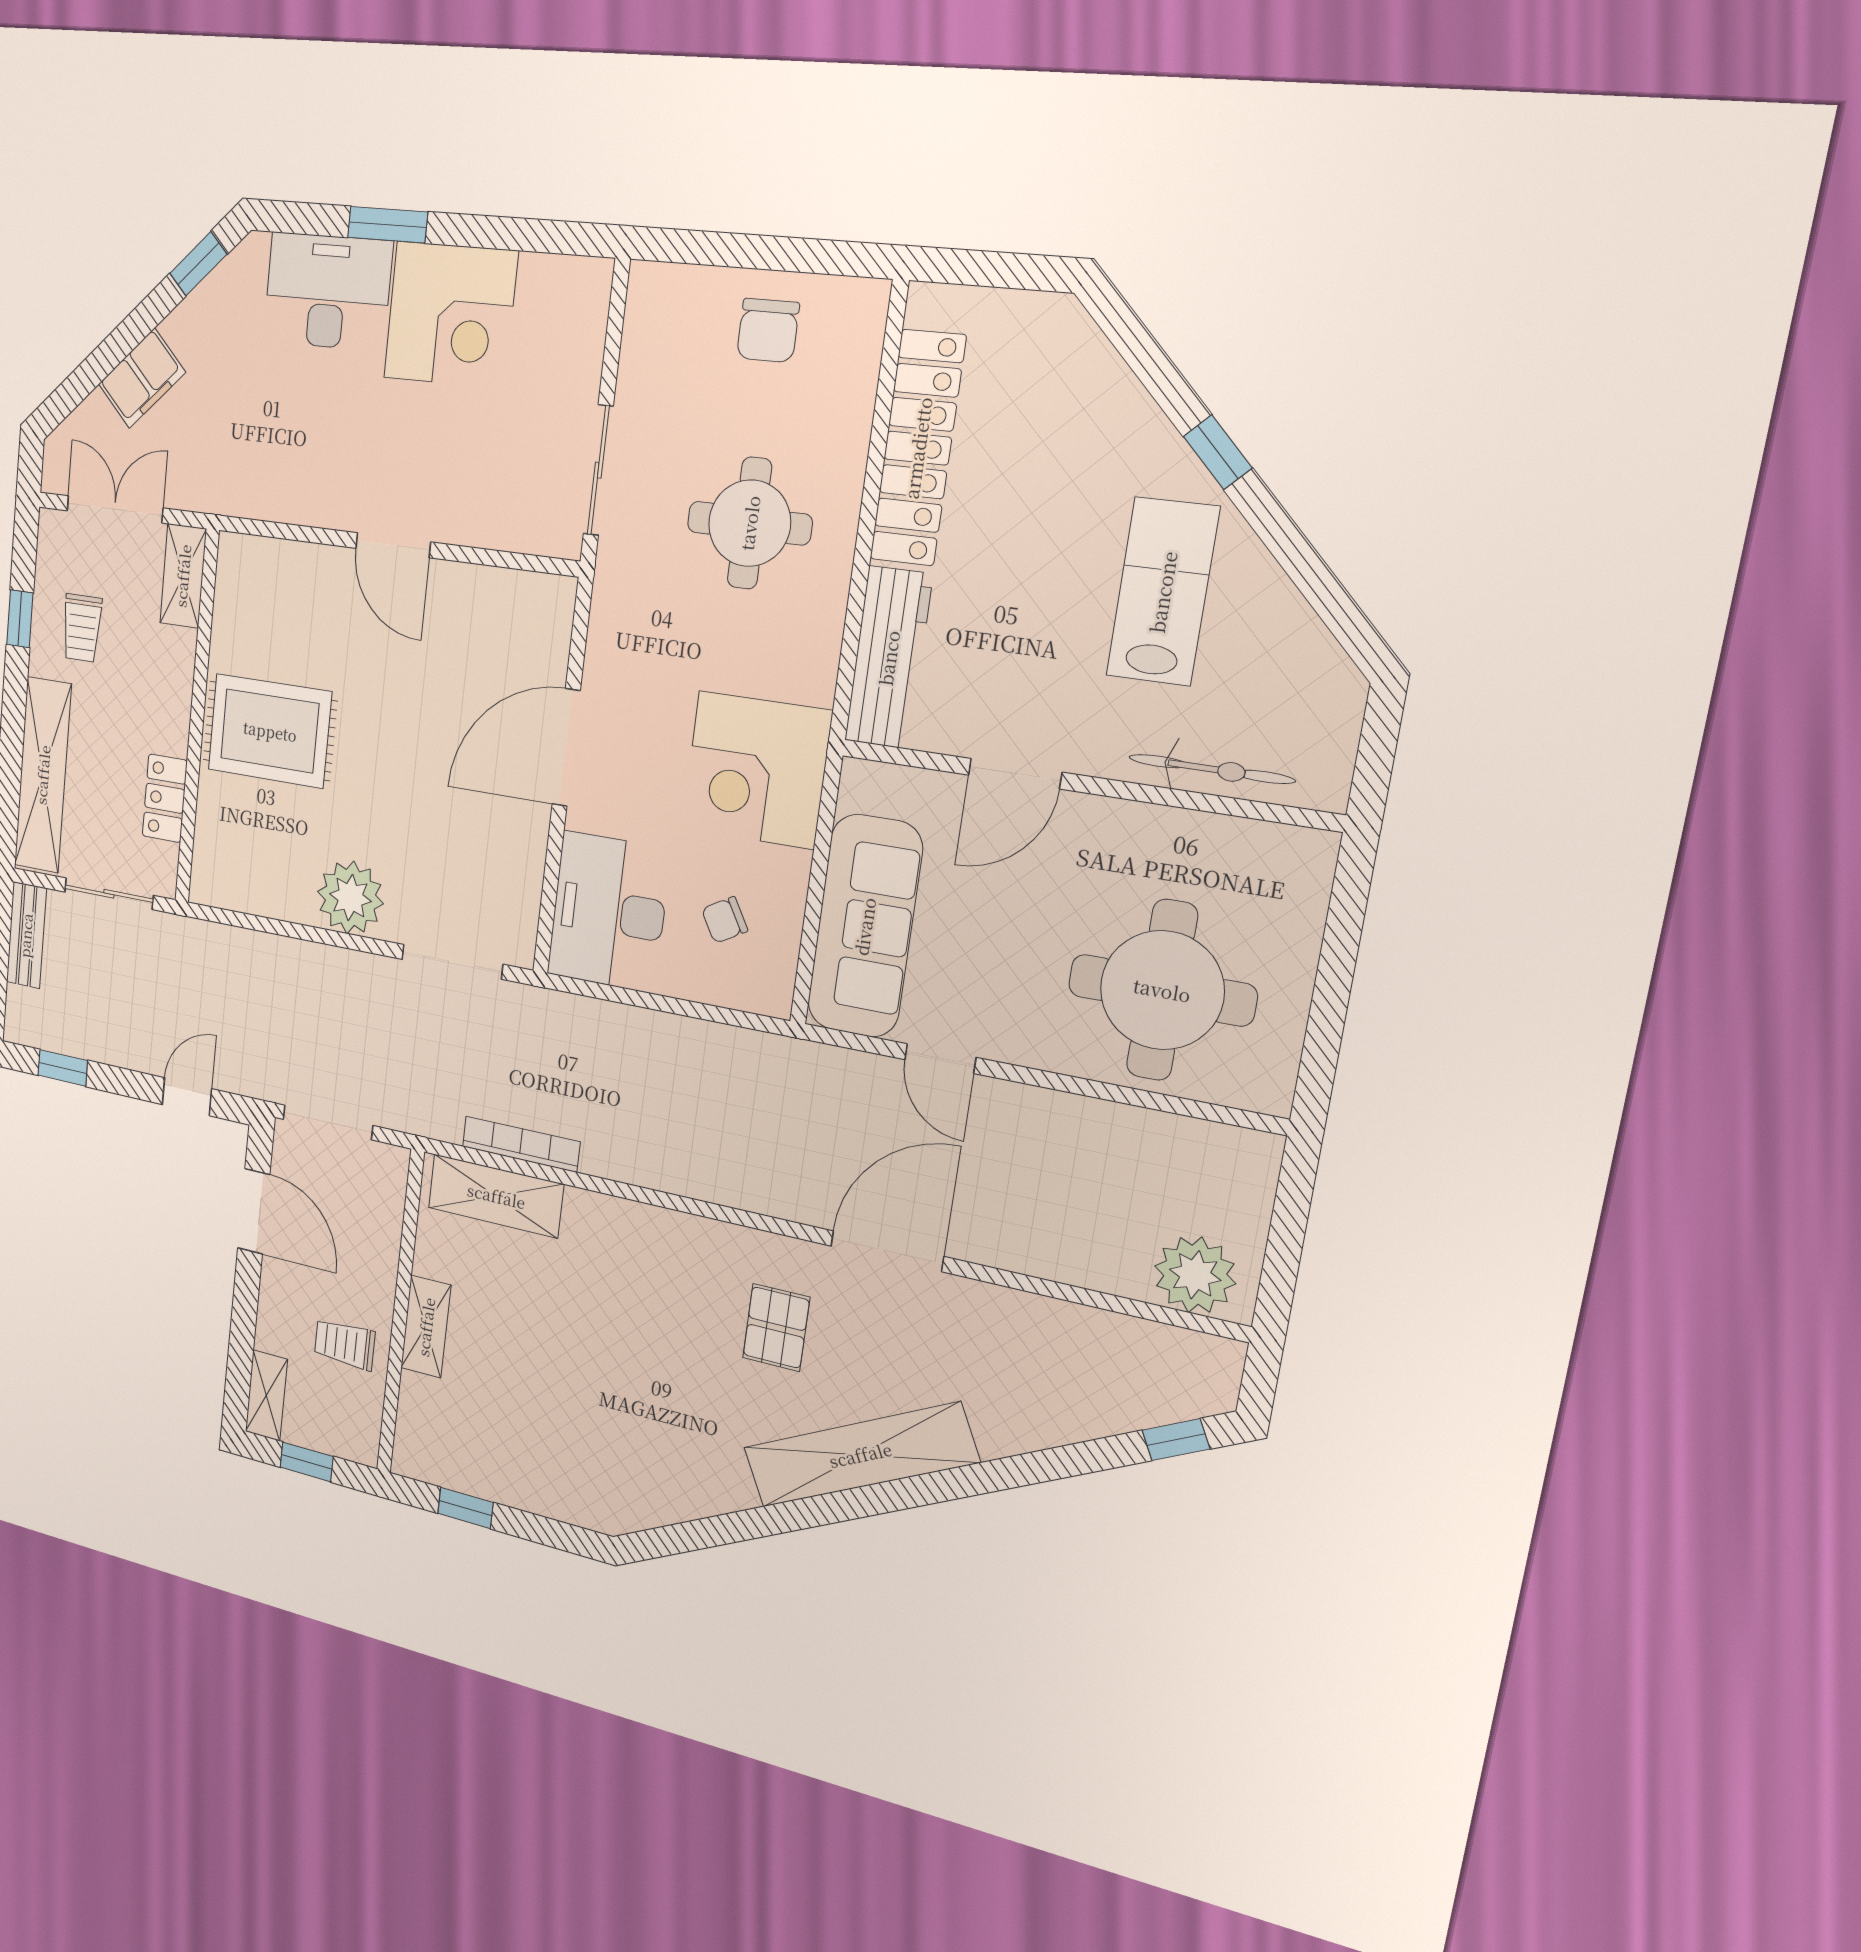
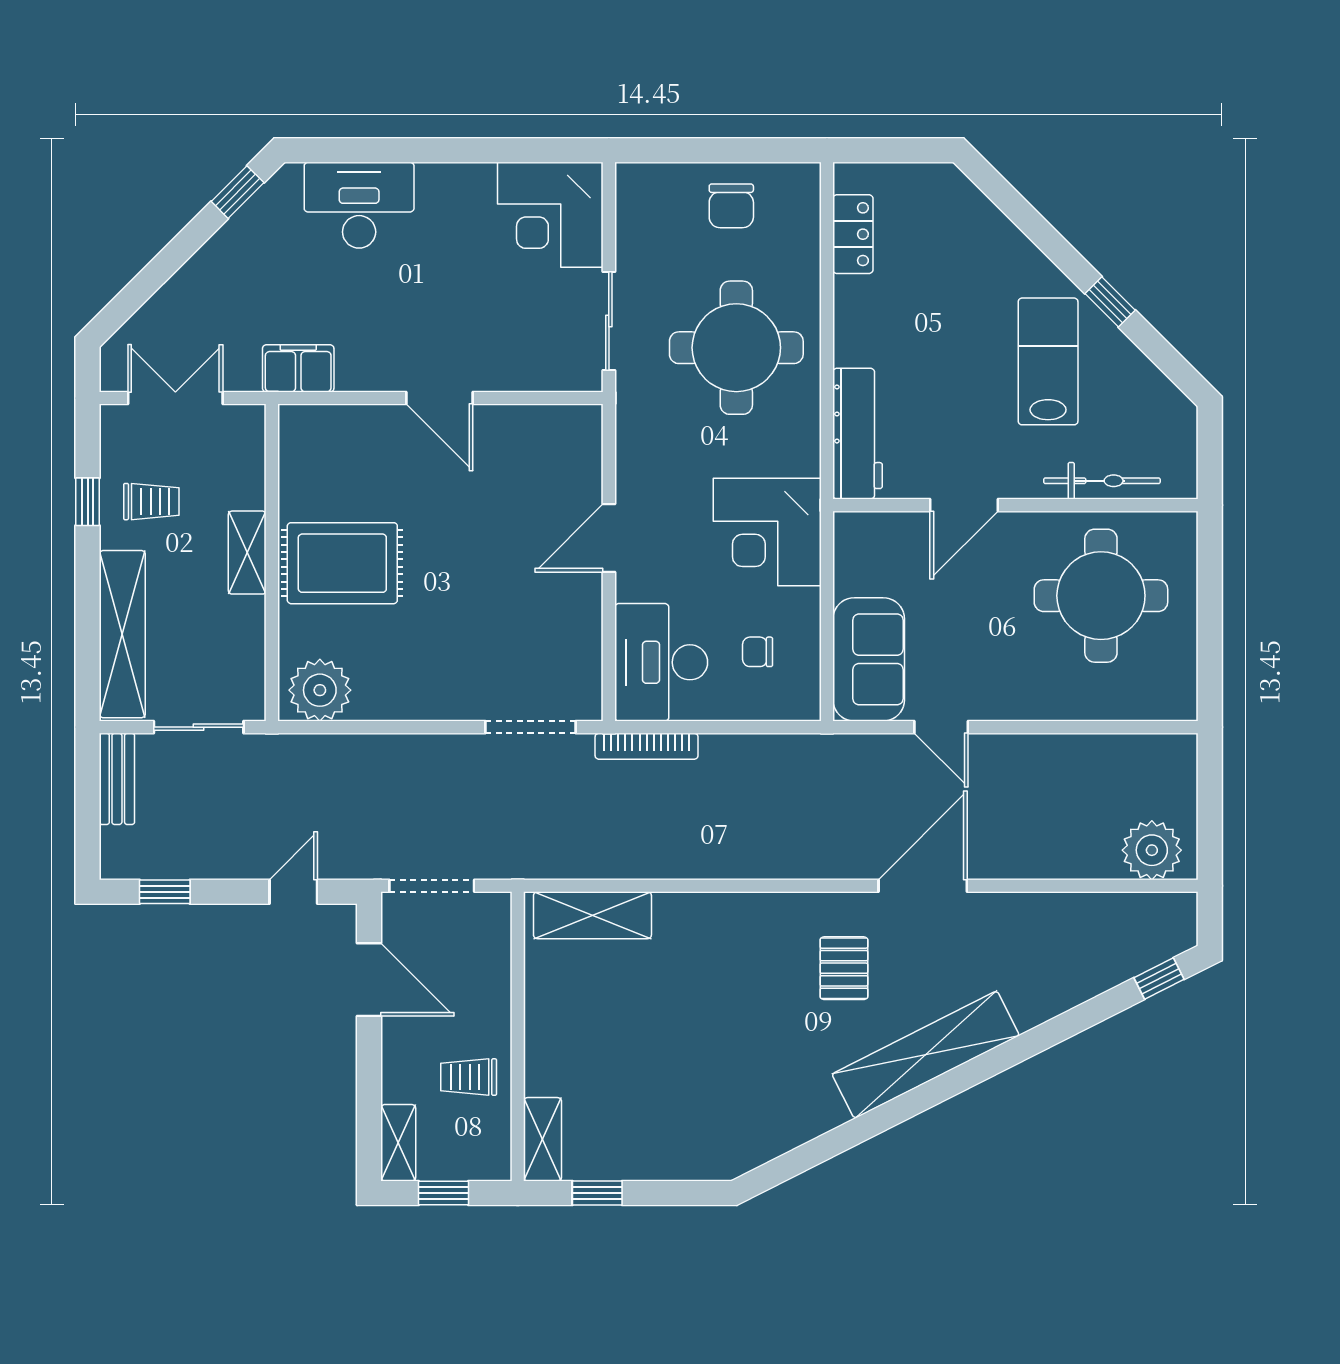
window: (388, 225) -> (407, 150), removed
corner desk: (450, 315) -> (550, 215), moved, turned 90
filing cabinet: (142, 378) -> (298, 368), moved, turned -135
locker: (918, 448) -> (853, 234), width x0.46, depth x0.83
window: (1218, 452) -> (1110, 302), moved
round table: (750, 523) -> (736, 348), width x1.36, depth x1.36
shelving: (183, 576) -> (247, 553), moved
trolley: (82, 628) -> (151, 502), turned -90
door: (566, 748) -> (609, 538), width x0.73
locker: (165, 798) -> (247, 635), removed
plant: (350, 898) -> (320, 690), moved
chair: (725, 920) -> (758, 652), turned 30
sofa: (865, 926) -> (869, 659), width x0.73
round table: (1162, 990) -> (1101, 596), moved
bookcase: (521, 1144) -> (647, 746), moved, turned 180
shelving: (426, 1327) -> (543, 1139), moved

